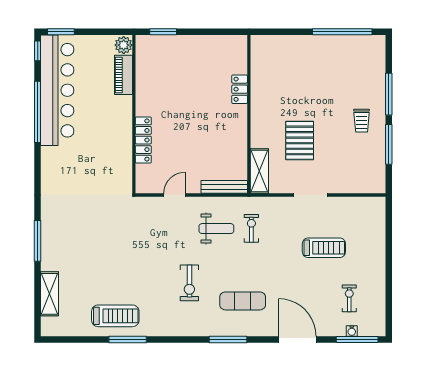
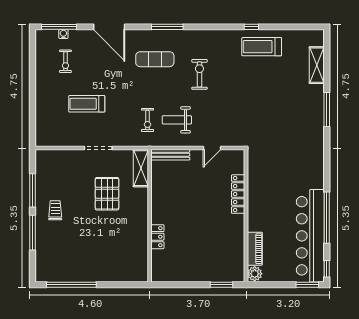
window: (128, 339) -> (251, 27), width x0.46

